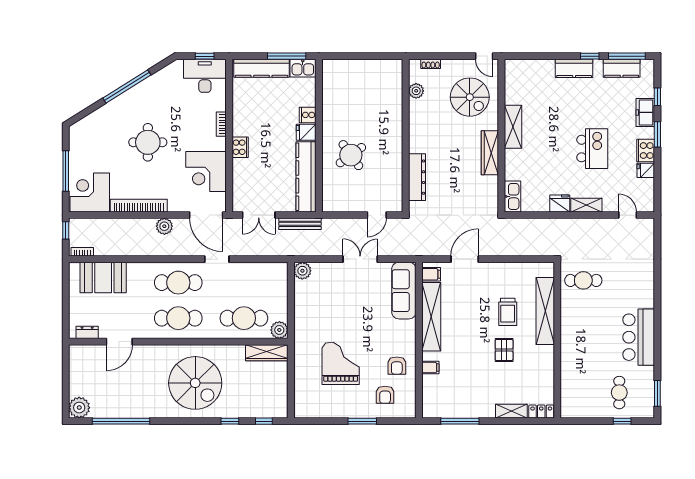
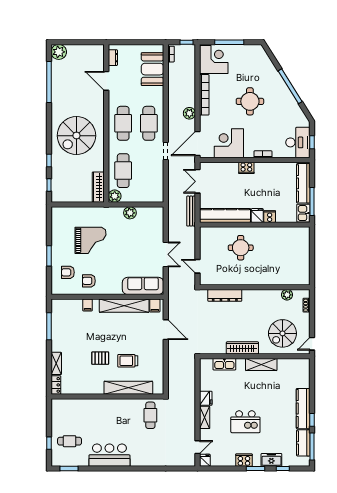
kitchen counter: (574, 68) -> (303, 409), width x1.50
round table: (351, 155) -> (241, 248), turned 36
fridge: (646, 170) -> (205, 460), moved
kitchen sink: (513, 196) -> (224, 364), moved
plant: (302, 271) -> (130, 213), moved

